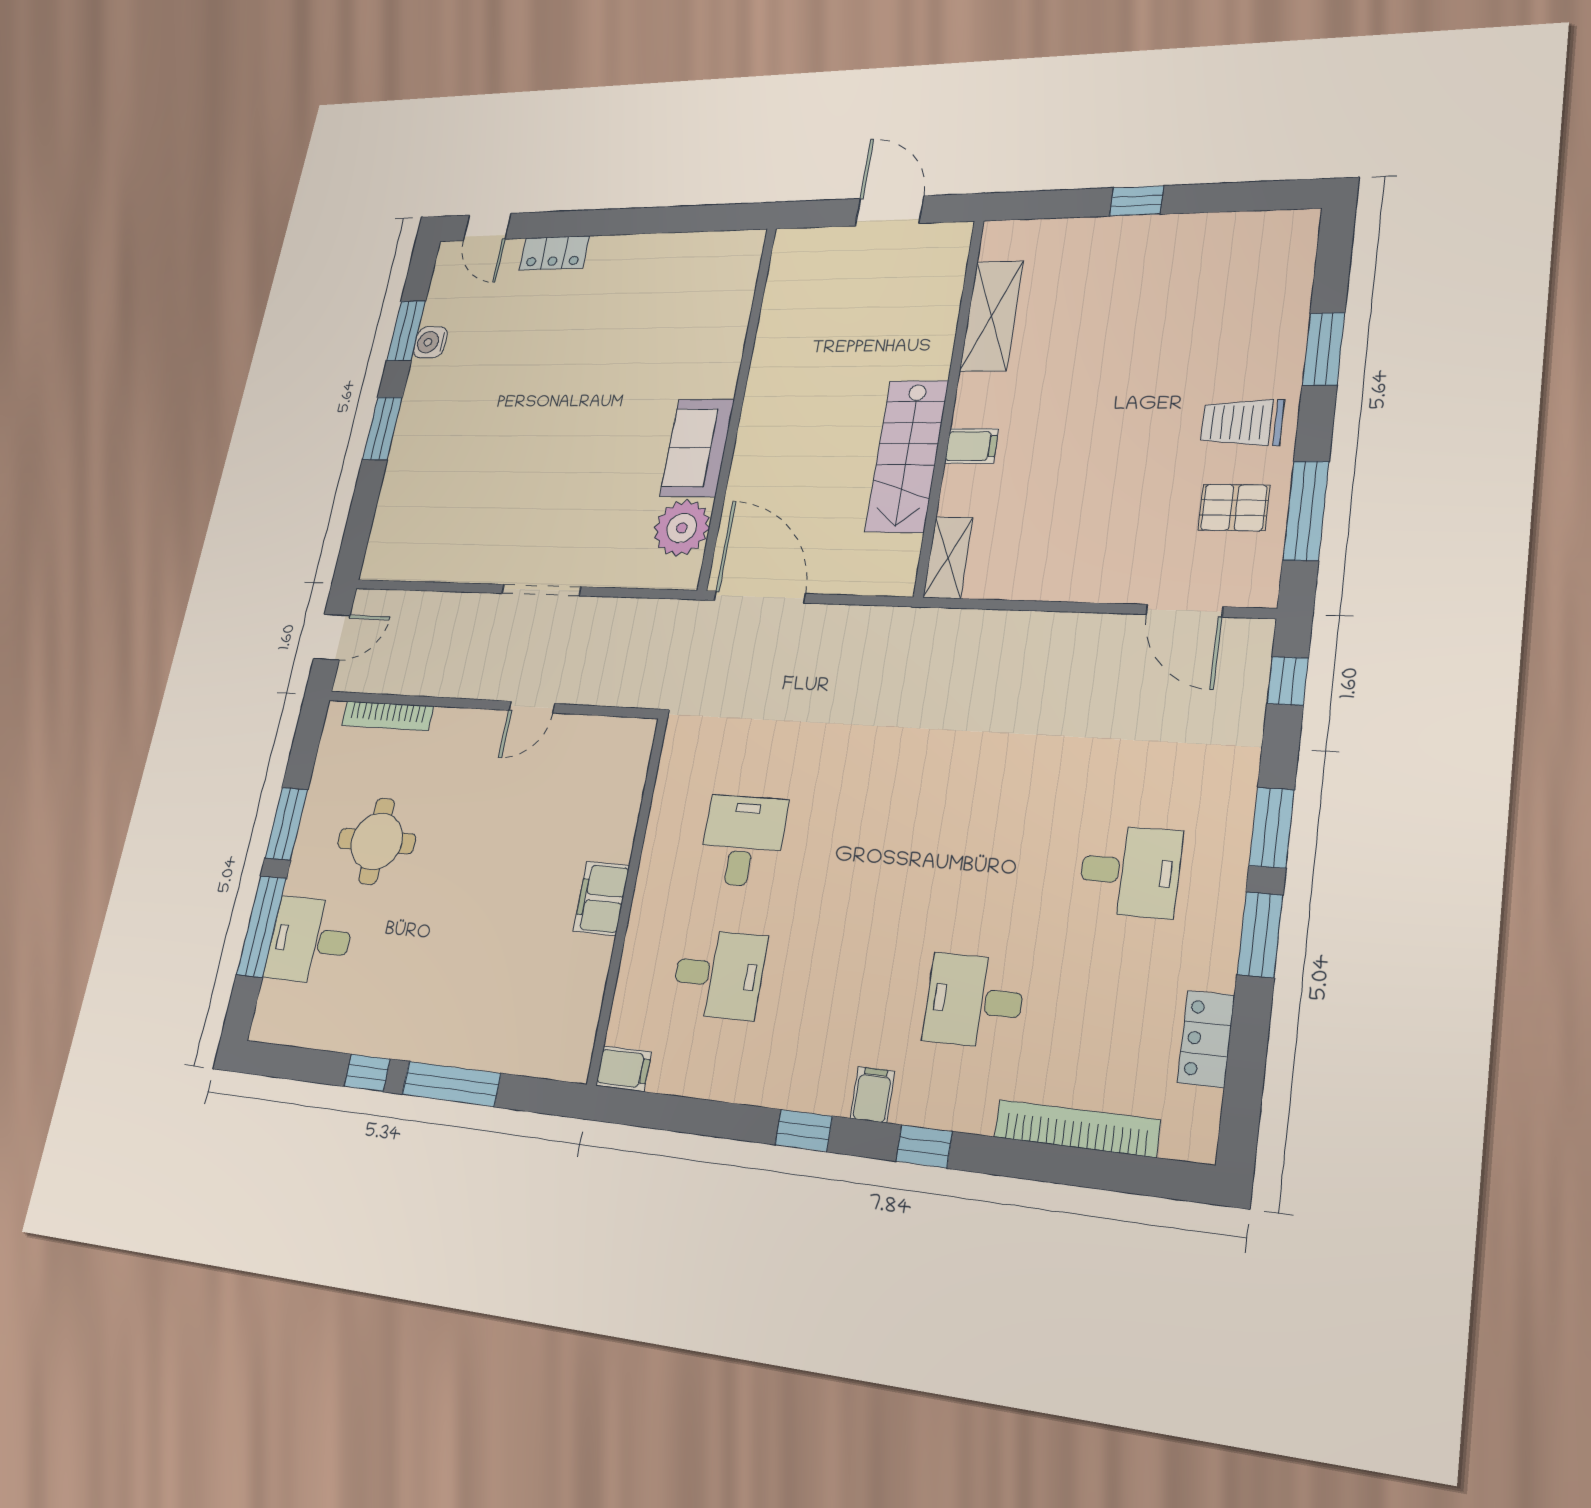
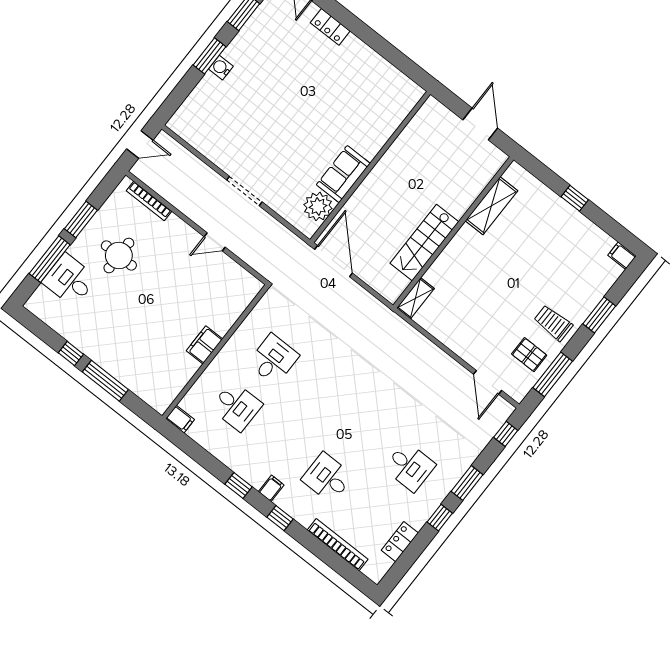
water cooler: (430, 342) -> (221, 68), moved
filing cabinet: (971, 446) -> (622, 256), moved, turned 180
window: (1260, 935) -> (440, 518), width x0.67

